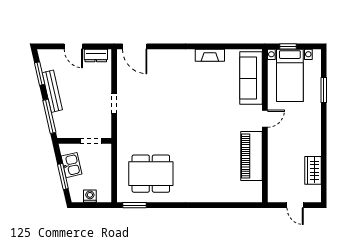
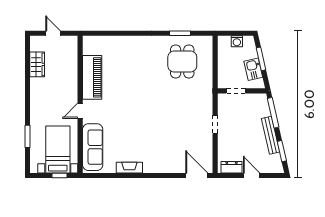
dining table: (151, 174) -> (182, 61), width x0.73
window: (135, 205) -> (180, 33), moved

